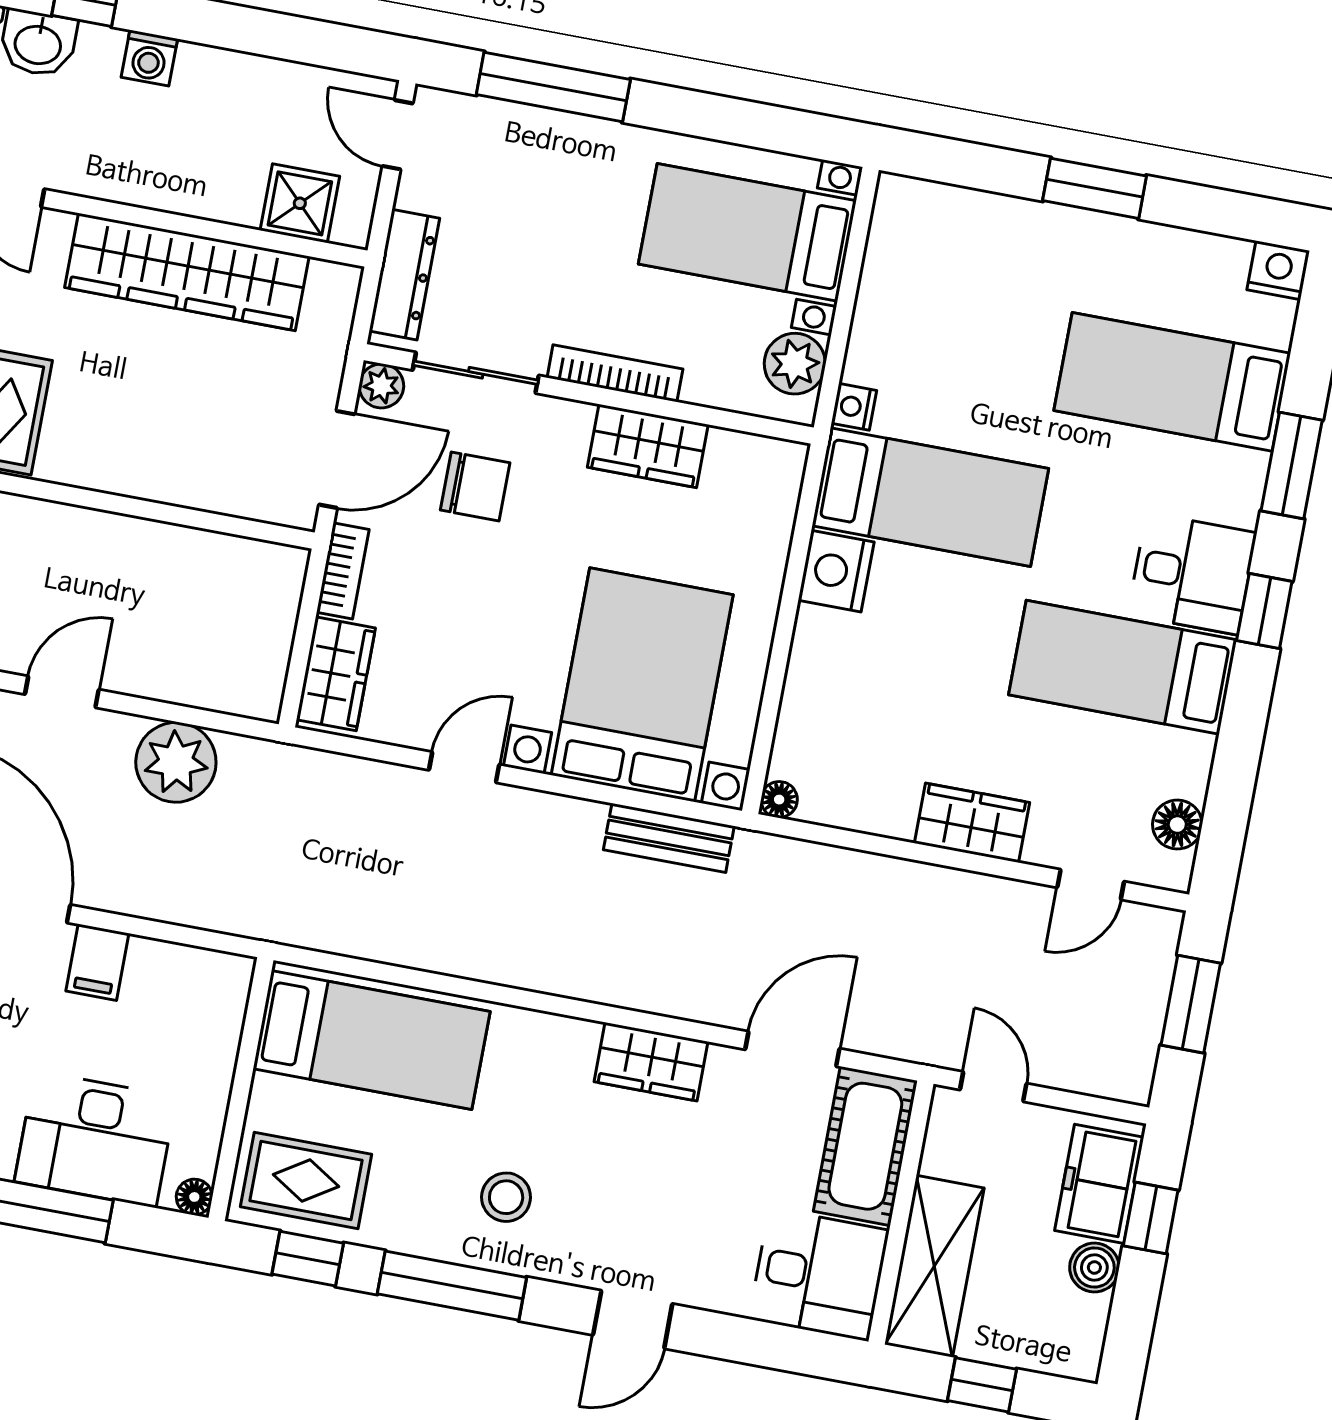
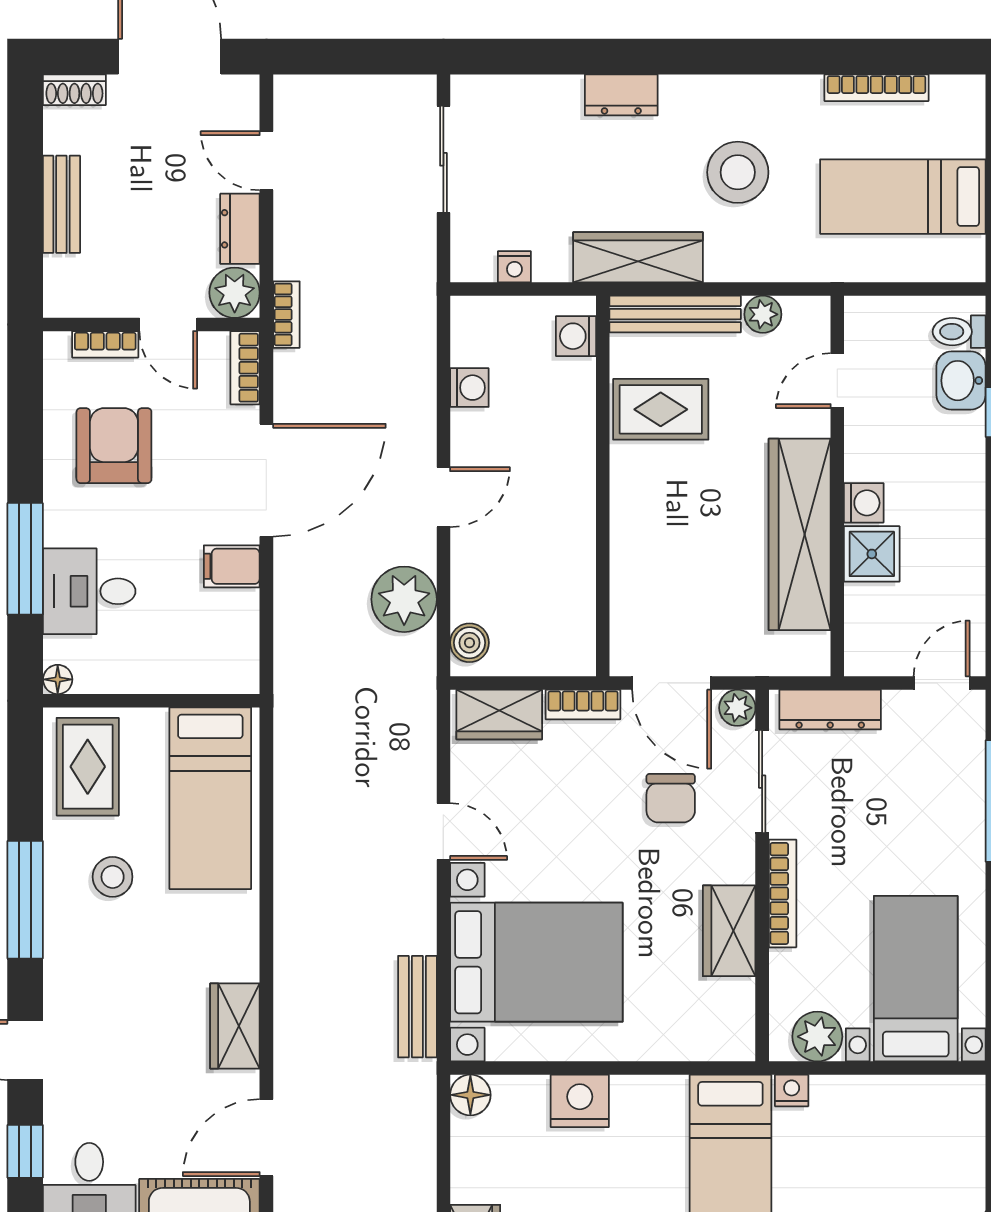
washing machine: (149, 58) -> (864, 503), moved, turned 180
shower: (300, 203) -> (872, 554), moved
nightstand: (836, 571) -> (580, 1101), moved
door: (62, 692) -> (443, 497), hinge flipped
boiler: (243, 693) -> (469, 643), added
floor lamp: (779, 800) -> (470, 1095), width x1.37, depth x1.37
door: (792, 1049) -> (266, 1138), swing flipped
desk: (95, 1139) -> (89, 591), width x0.73
stool: (506, 1197) -> (113, 877), moved
window: (308, 1259) -> (25, 1151), moved

